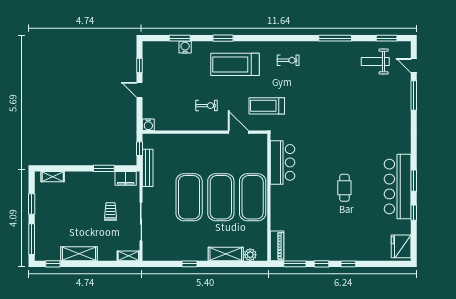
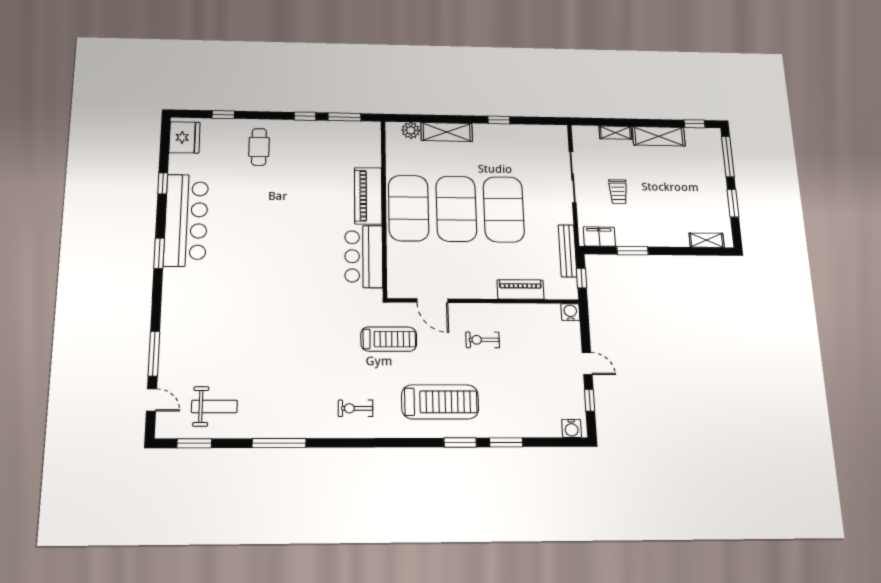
window: (180, 38) -> (506, 442), moved
water cooler: (185, 47) -> (572, 428), moved
piano: (180, 140) -> (521, 289), added
window: (414, 181) -> (159, 253), moved
cafe table: (344, 188) -> (259, 147), moved
piano: (277, 246) -> (368, 196), moved, width x1.37, depth x1.33
shelving: (128, 256) -> (615, 133), moved
window: (348, 264) -> (223, 115), moved

